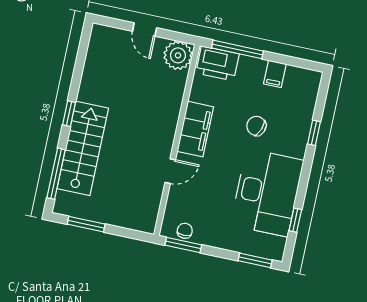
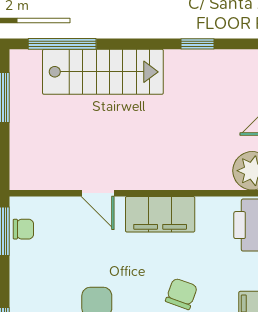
window: (69, 114) -> (198, 44), moved

